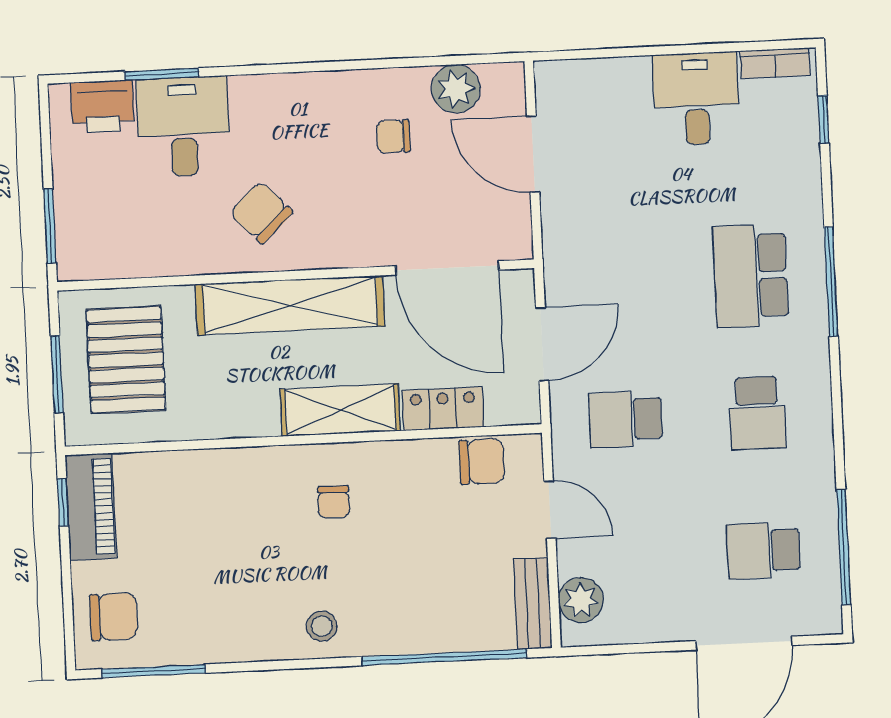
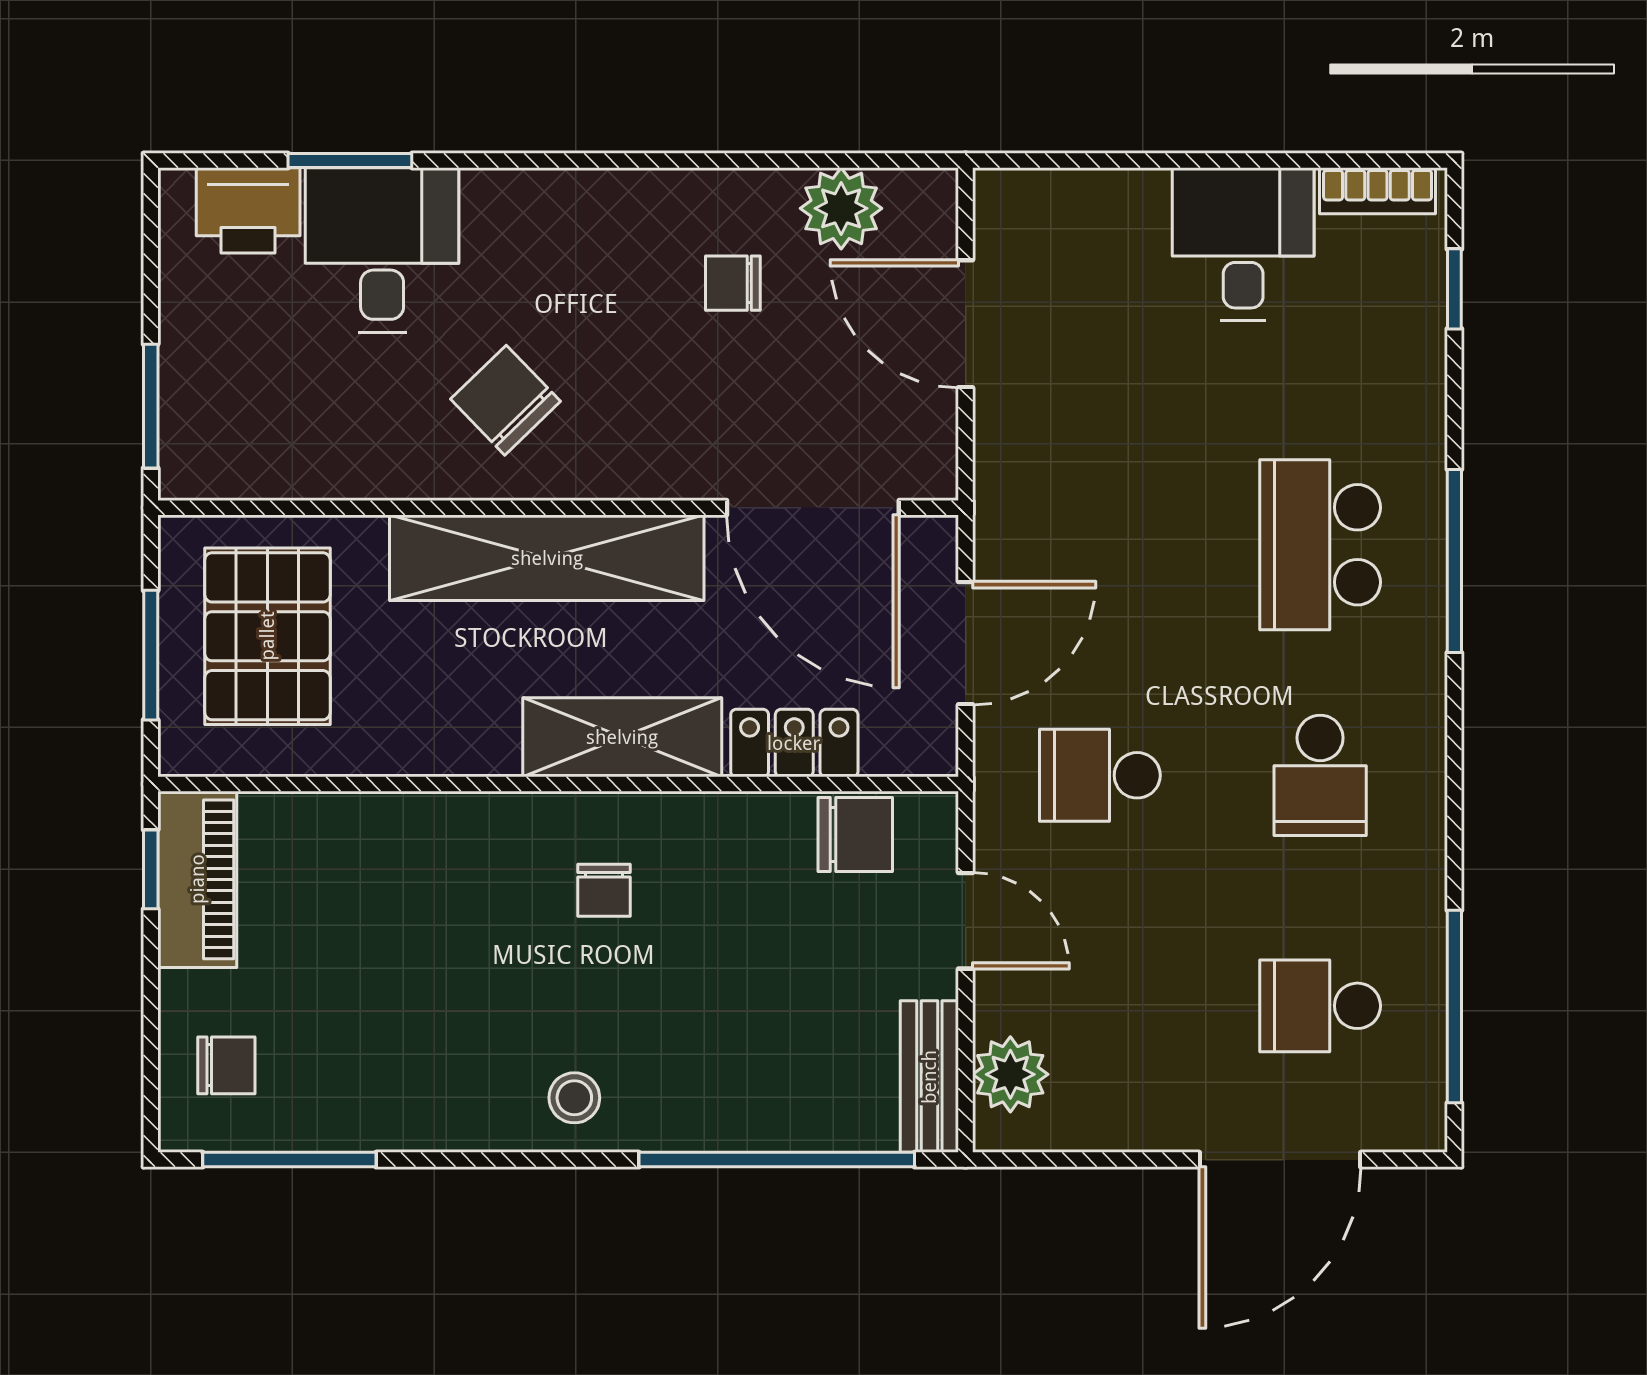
chair: (114, 617) -> (226, 1065), width x0.73, depth x0.73

